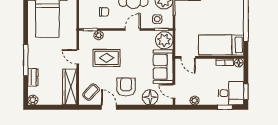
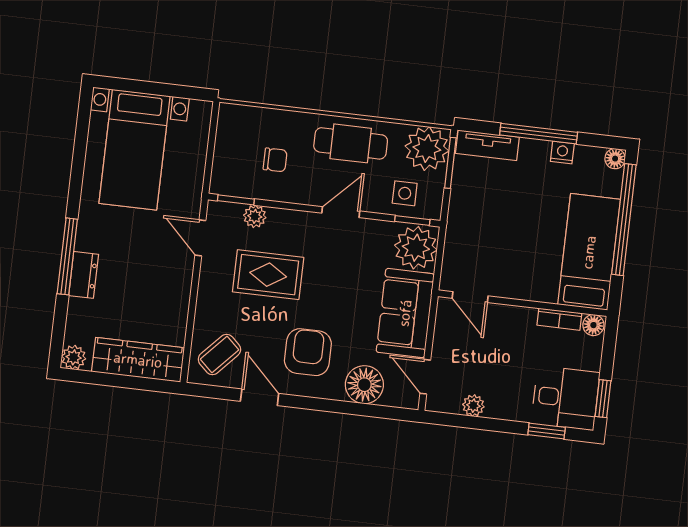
bed: (221, 45) -> (589, 252), moved, turned 90
door: (78, 57) -> (200, 238), moved
dresser: (33, 77) -> (84, 275), moved
wardrobe: (70, 87) -> (138, 360), moved, turned 90

